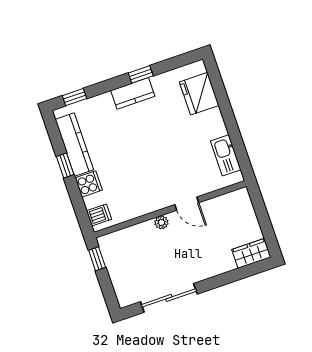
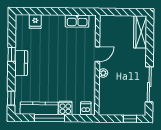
fridge: (199, 94) -> (35, 22), width x0.53, depth x0.75
window: (65, 165) -> (50, 118), width x2.17
wardrobe: (251, 253) -> (140, 32), width x1.50
window: (97, 259) -> (130, 119), moved

